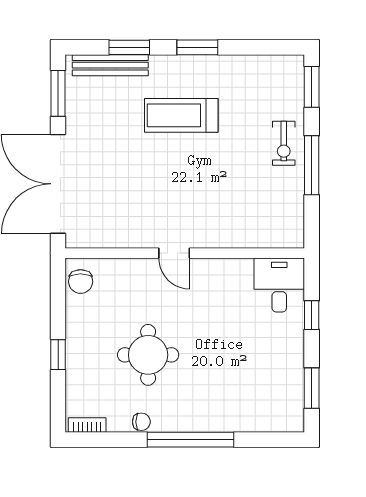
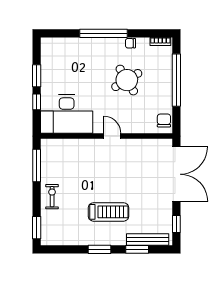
window: (58, 93) -> (176, 224), width x0.67
window: (312, 165) -> (37, 165), moved
desk: (279, 285) -> (67, 114), width x1.87, depth x1.30
window: (58, 355) -> (176, 80), width x3.17
round table: (148, 355) -> (127, 80), turned -31
window: (312, 388) -> (37, 76), moved

